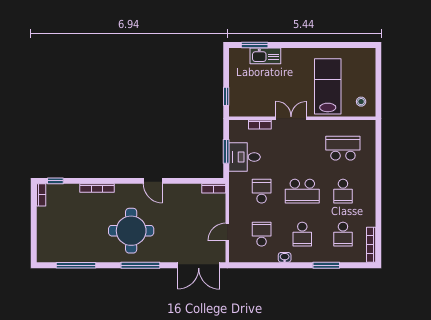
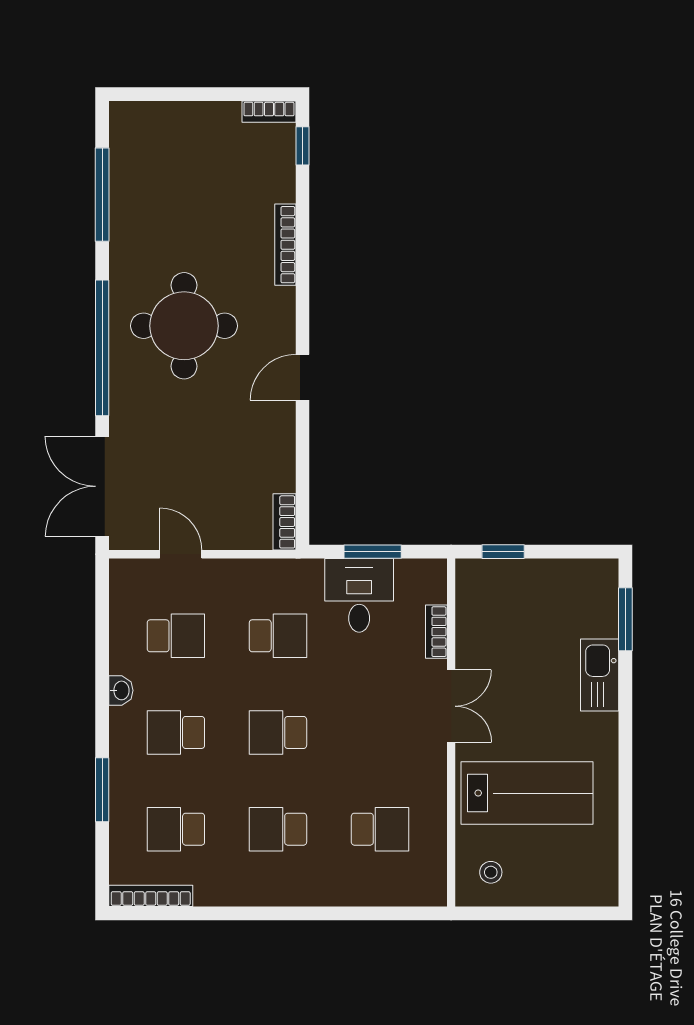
kitchen sink: (265, 56) -> (600, 675), moved
school desk: (343, 148) -> (380, 829), width x0.54
school desk: (302, 191) -> (278, 732), width x0.54
window: (140, 265) -> (102, 348), width x1.46

